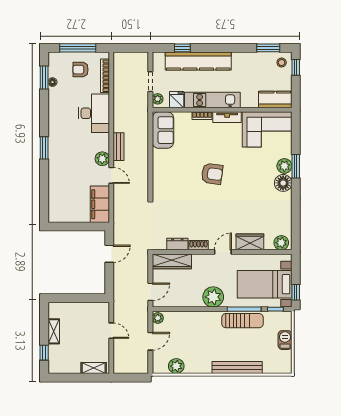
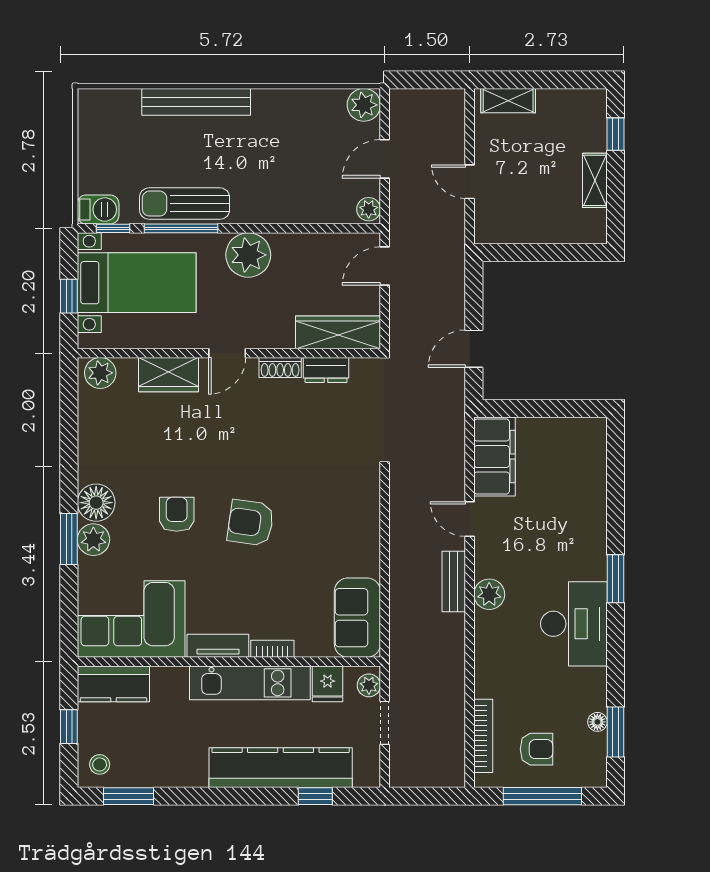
window: (296, 67) -> (69, 727), moved
desk: (94, 113) -> (574, 624), moved, turned 180
plant: (102, 159) -> (489, 594), moved
armchair: (246, 178) -> (177, 514), added
window: (296, 292) -> (69, 296), moved
barbecue: (285, 340) -> (98, 209), moved, turned -90
plant: (176, 366) -> (364, 105), moved

